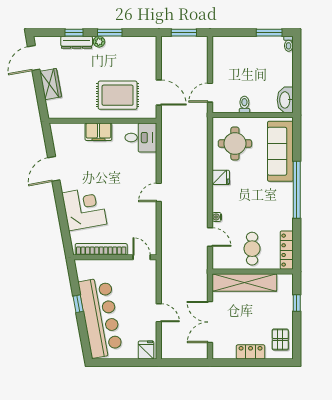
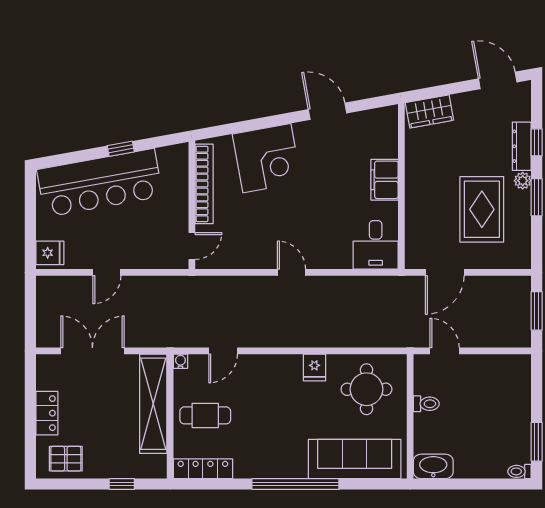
wardrobe: (51, 84) -> (429, 111), moved
rug: (118, 95) -> (482, 209), moved
water cooler: (217, 217) -> (180, 361), moved

